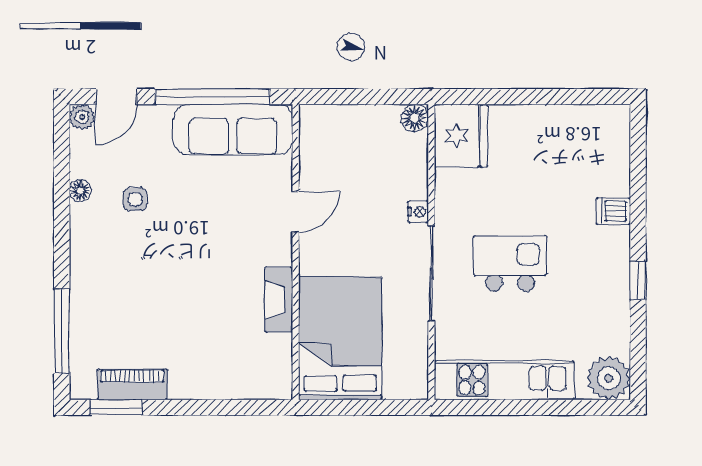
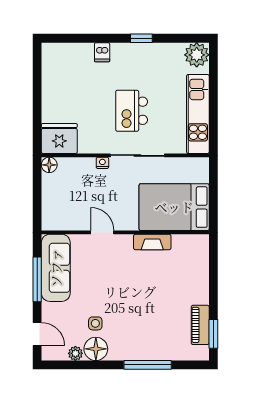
window: (212, 97) -> (37, 279), width x0.68
plant: (82, 117) -> (75, 353), moved
floor lamp: (80, 190) -> (96, 349), width x1.89, depth x1.89
window: (62, 331) -> (148, 365), moved

